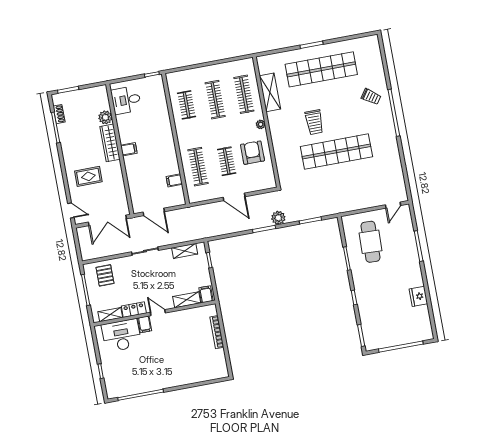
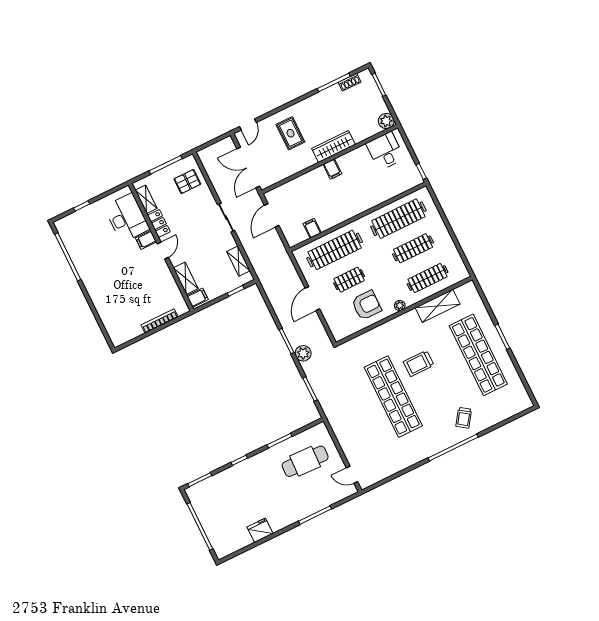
clothes rail: (187, 105) -> (398, 219), width x1.86, depth x1.31
plant: (105, 117) -> (386, 121), moved
clothes rail: (198, 167) -> (335, 250), width x1.37, depth x1.31

